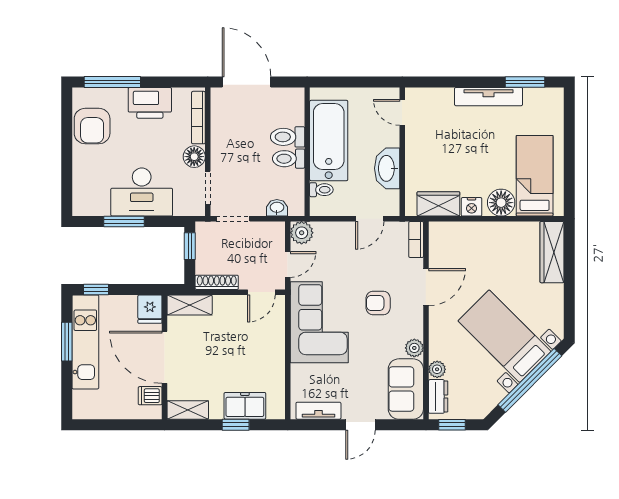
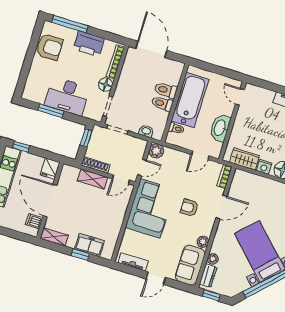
armchair: (92, 126) -> (49, 47), turned -90
shelving: (190, 305) -> (92, 179), moved

